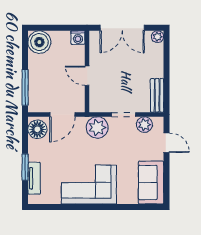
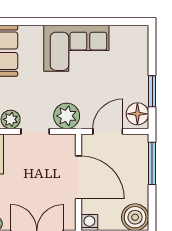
door: (87, 76) -> (79, 177), width x1.87
window: (25, 167) -> (152, 91), moved
tv unit: (34, 178) -> (141, 56), removed

